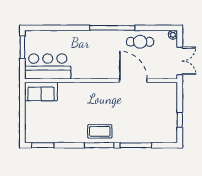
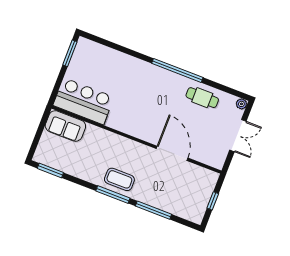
bar counter: (48, 66) -> (84, 101), moved
wall: (101, 81) -> (136, 140), moved
door: (133, 81) -> (172, 153), moved
sofa: (41, 91) -> (65, 126), moved

